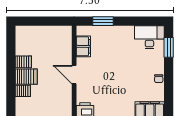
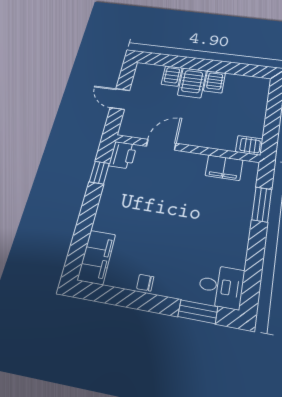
server rack: (66, 33) -> (249, 145), added
desk: (149, 37) -> (221, 286), width x0.73
door: (74, 75) -> (161, 145), moved

